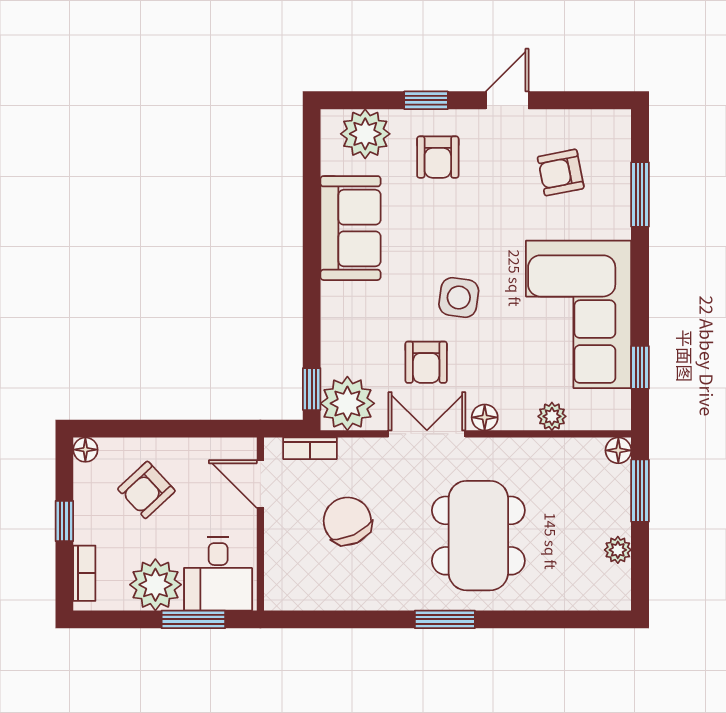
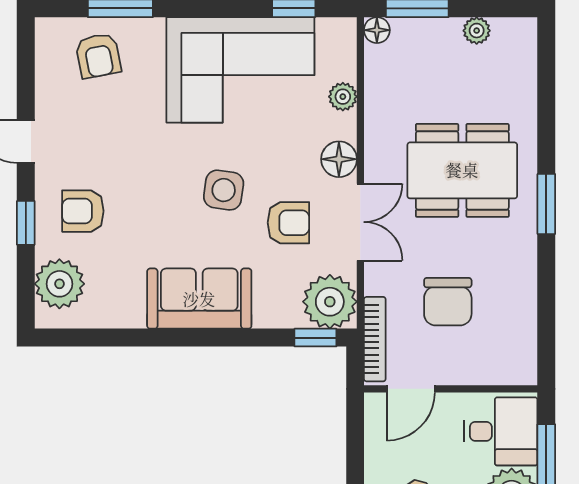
armchair: (438, 157) -> (83, 211), turned 180
armchair: (561, 173) -> (98, 56), moved
sofa: (351, 228) -> (199, 299), moved
floor lamp: (485, 417) -> (339, 159), width x1.37, depth x1.37
double door: (427, 434) -> (360, 222), swing flipped
bookcase: (310, 448) -> (375, 339), width x1.56
chair: (347, 521) -> (448, 302), turned -65

